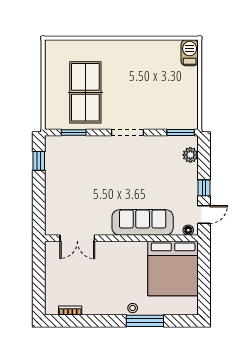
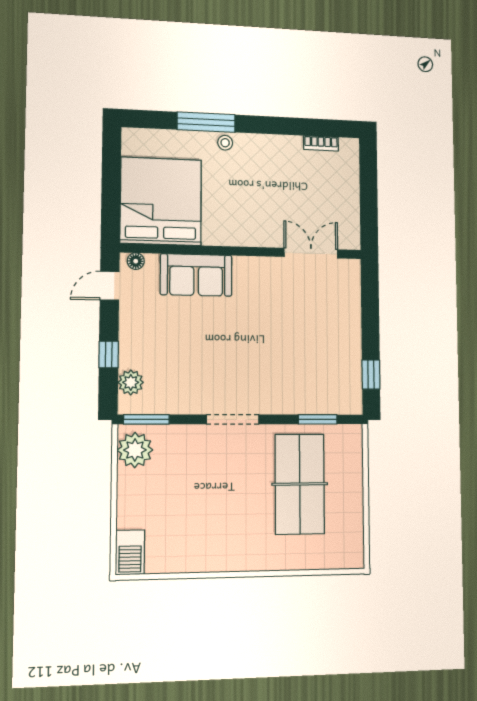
plant: (187, 114) -> (135, 450), added
window: (204, 188) -> (109, 354), moved
sofa: (143, 222) -> (196, 275), width x0.73

